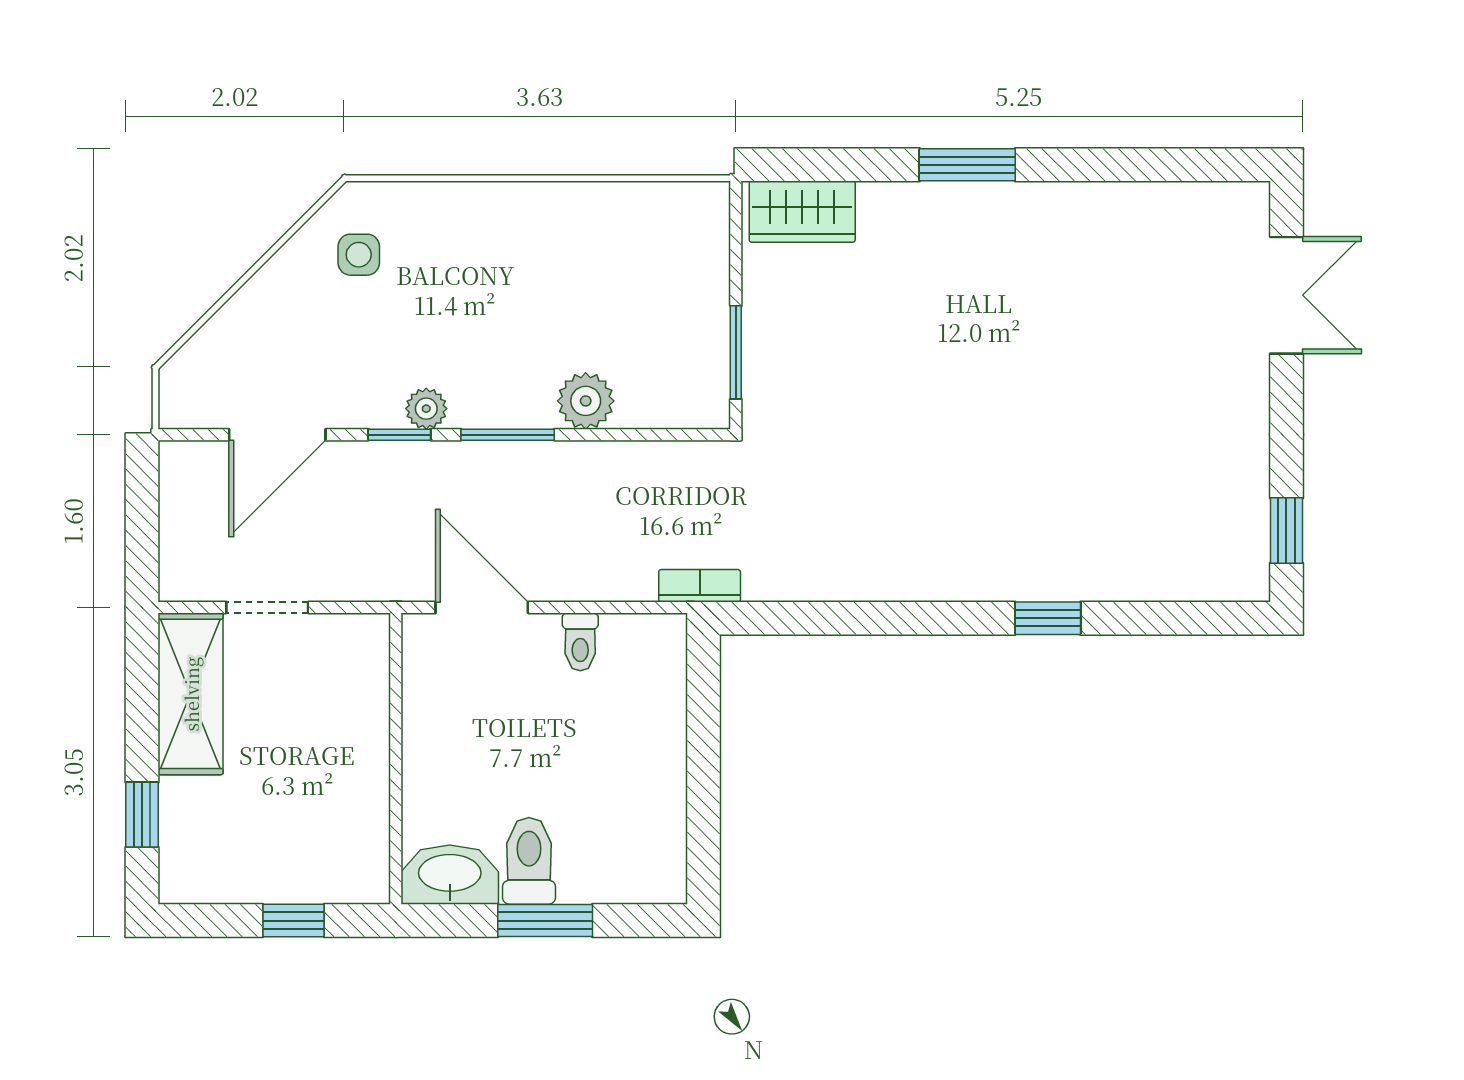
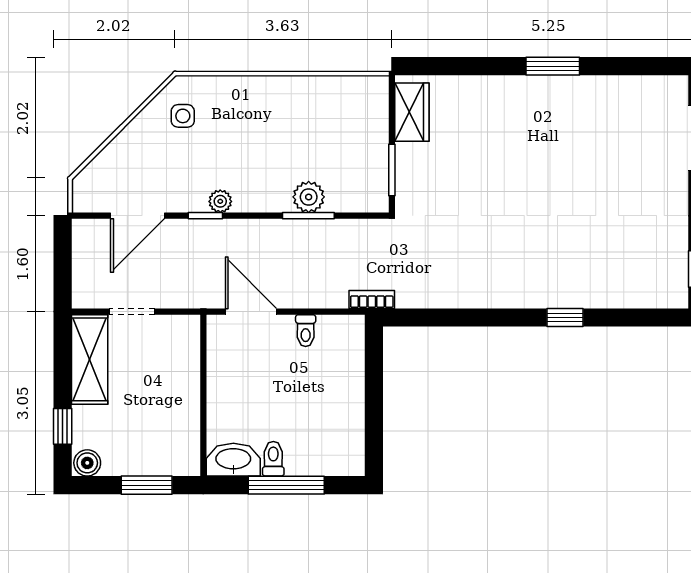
window: (967, 165) -> (553, 66), moved
wardrobe: (802, 212) -> (412, 112), moved, turned -90
window: (508, 435) -> (308, 216), moved
toilet: (529, 861) -> (273, 459), width x0.73, depth x0.72
boiler: (186, 880) -> (87, 463), added
window: (294, 921) -> (147, 485), width x1.50
window: (545, 921) -> (286, 485), width x1.44

